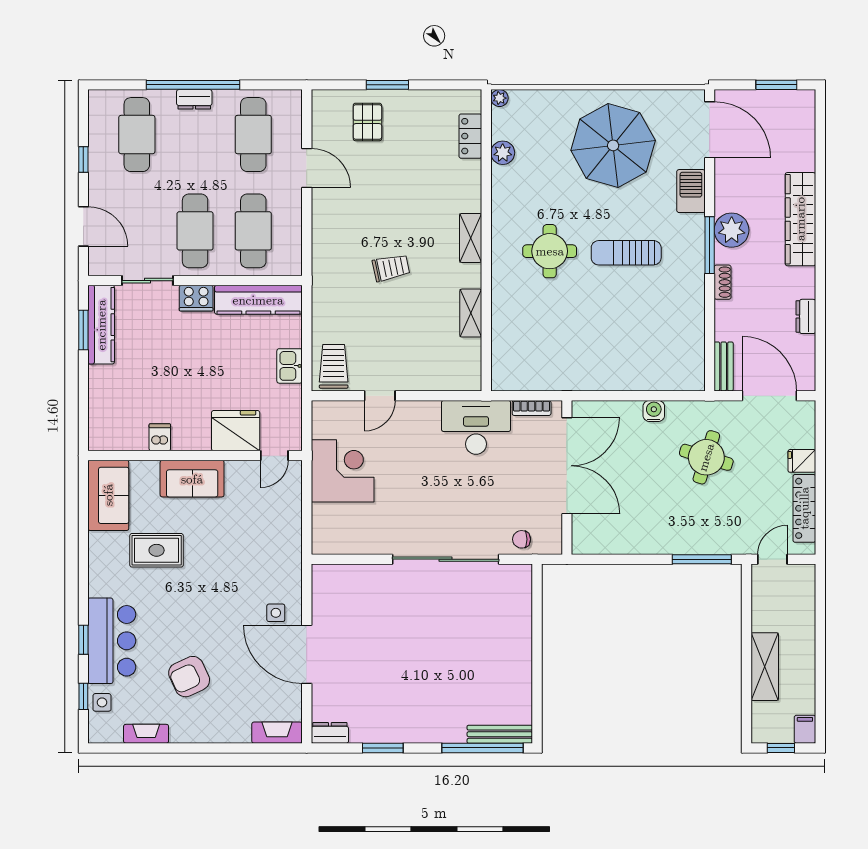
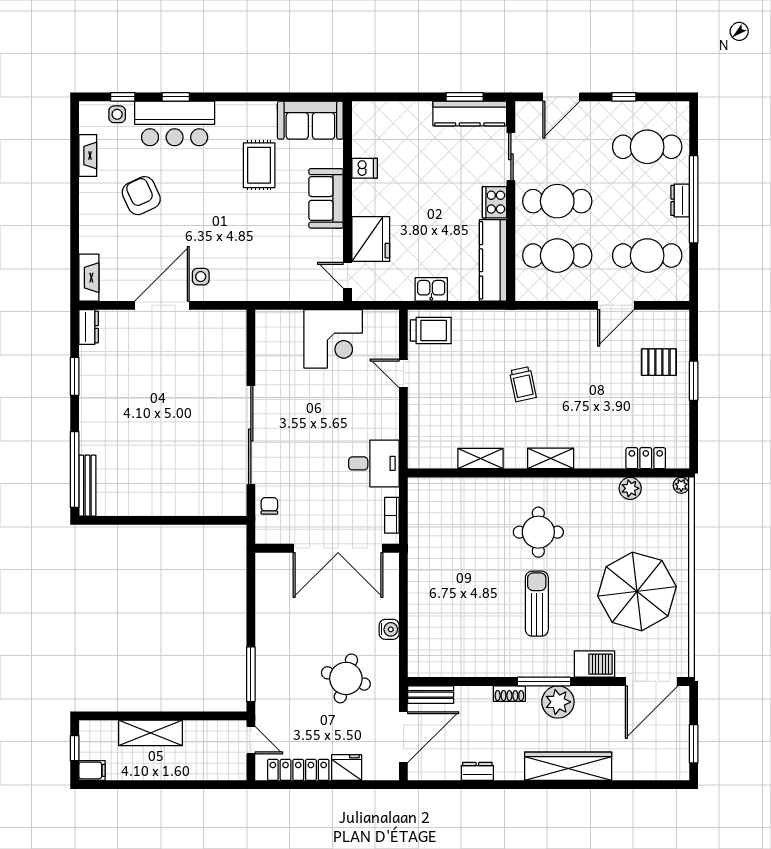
desk: (476, 427) -> (374, 463), width x0.73
fridge: (802, 461) -> (347, 768), width x1.38

